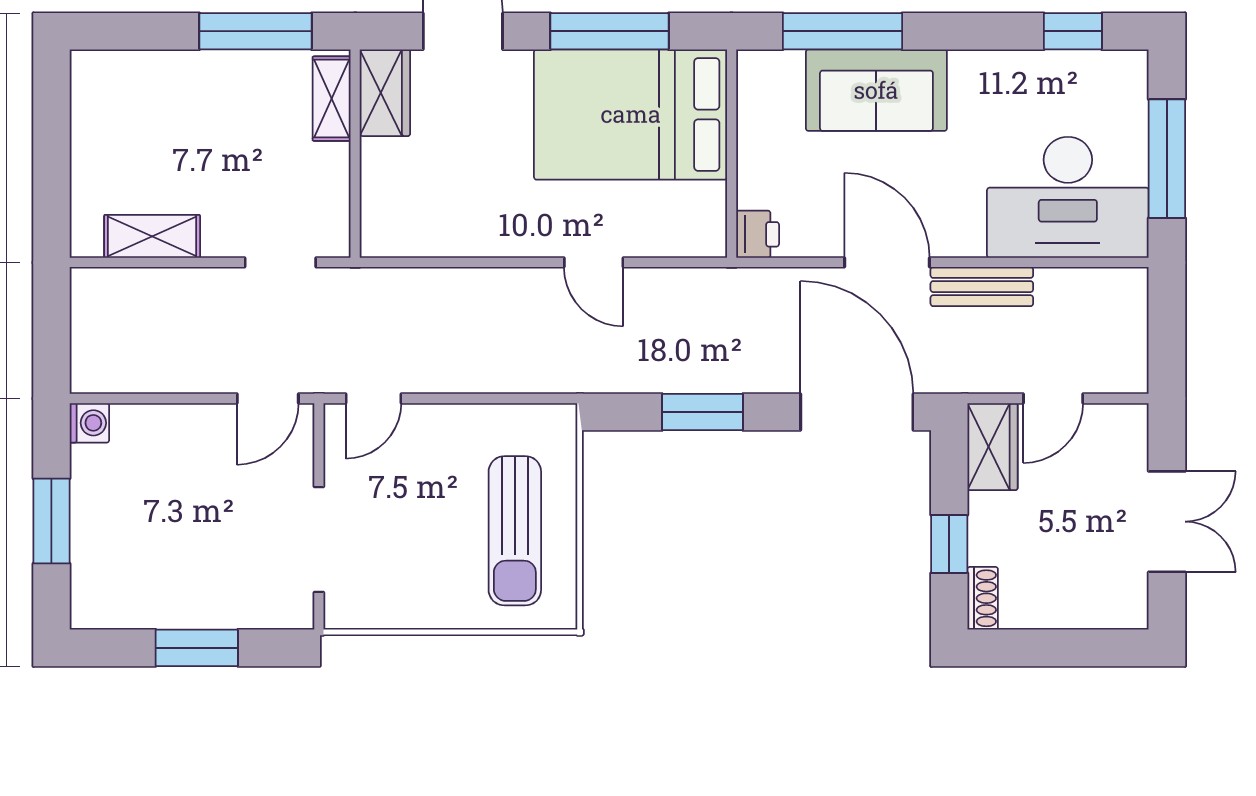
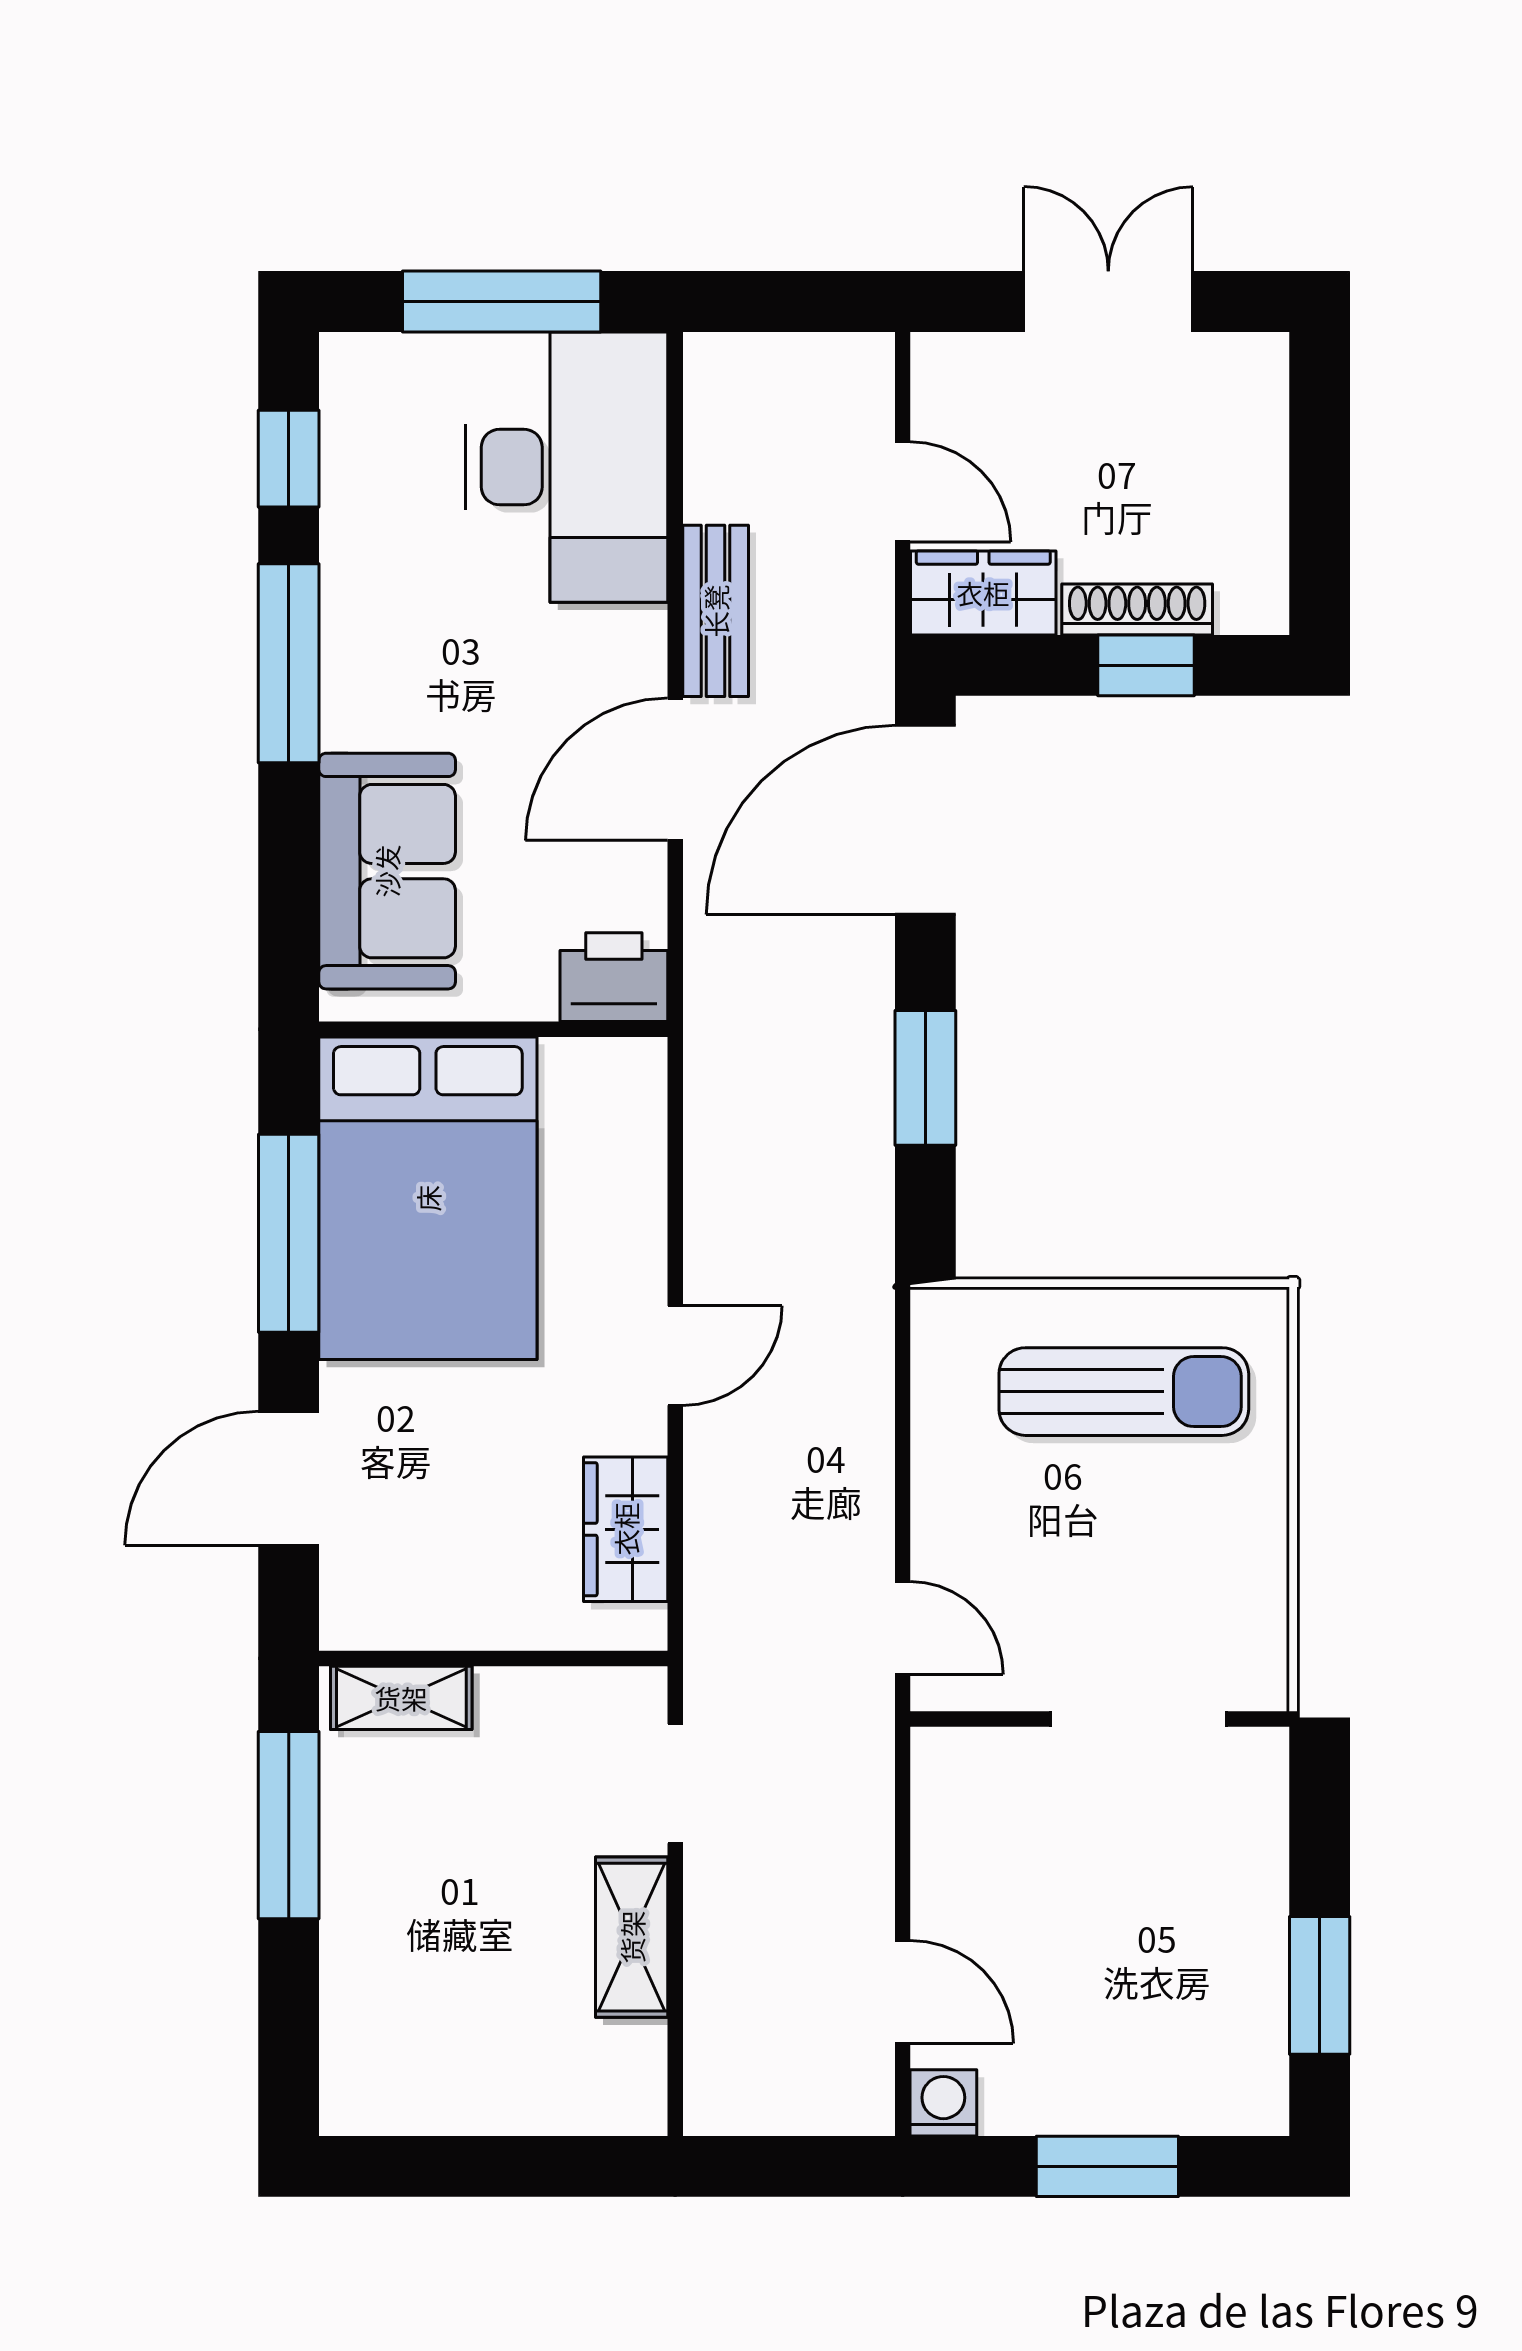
window: (842, 31) -> (289, 663), moved
sofa: (876, 90) -> (387, 871), moved
wardrobe: (385, 93) -> (626, 1529), moved, turned -90
printer: (758, 234) -> (614, 977), width x1.36, depth x1.24
shelving: (152, 236) -> (632, 1937), moved
door: (594, 262) -> (675, 1356), moved
door: (268, 398) -> (903, 1992), moved
shoe rack: (983, 598) -> (1137, 609), moved, width x1.43
window: (197, 648) -> (1320, 1985), moved

